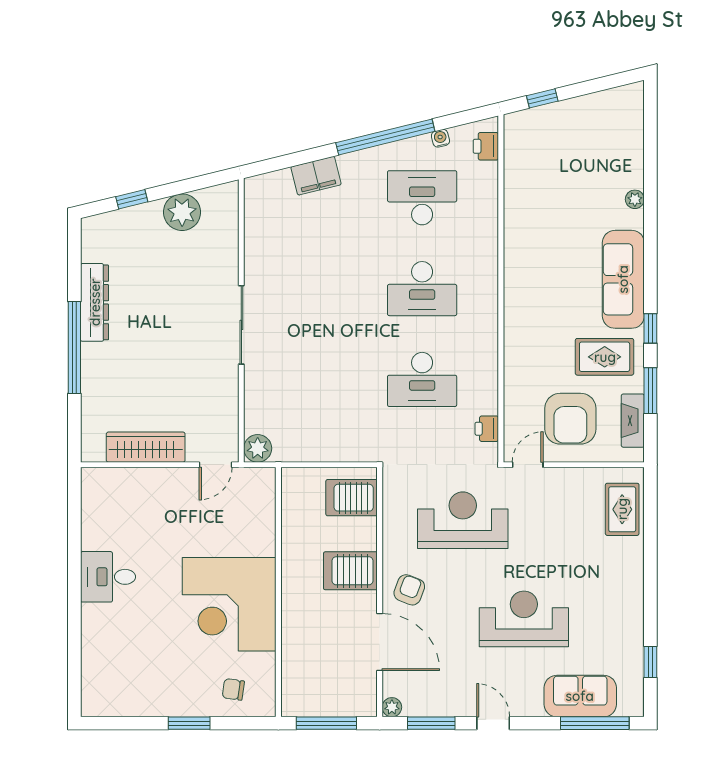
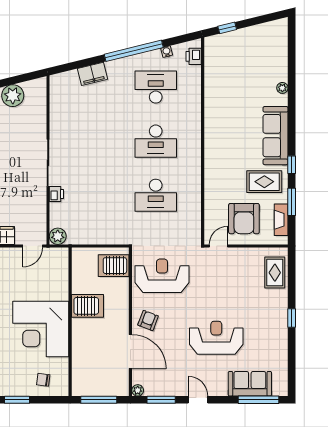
printer: (487, 429) -> (56, 194), moved, turned 180
reception desk: (463, 520) -> (162, 276), moved
server rack: (350, 571) -> (88, 306), moved, turned 180
window: (650, 662) -> (292, 318), moved

